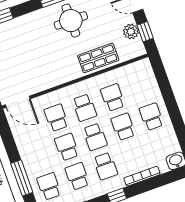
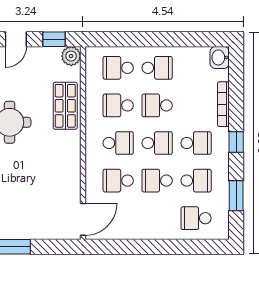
plant: (131, 32) -> (71, 56), moved
school desk: (141, 87) -> (118, 68), added
school desk: (151, 117) -> (157, 68), turned 180
school desk: (77, 176) -> (196, 181), turned 180
window: (22, 178) -> (174, 247), removed

